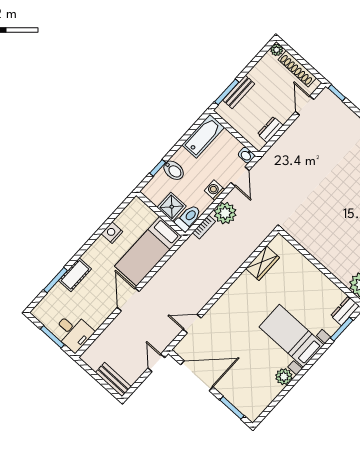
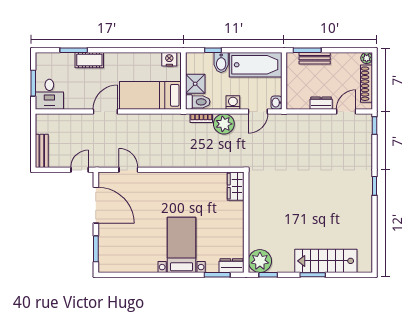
dresser: (270, 130) -> (321, 103), moved
bathtub: (203, 136) -> (256, 65), width x1.36, depth x1.36
nightstand: (112, 233) -> (169, 59), moved
wardrobe: (263, 263) -> (236, 186), moved, turned 90
plant: (284, 377) -> (149, 265), removed

